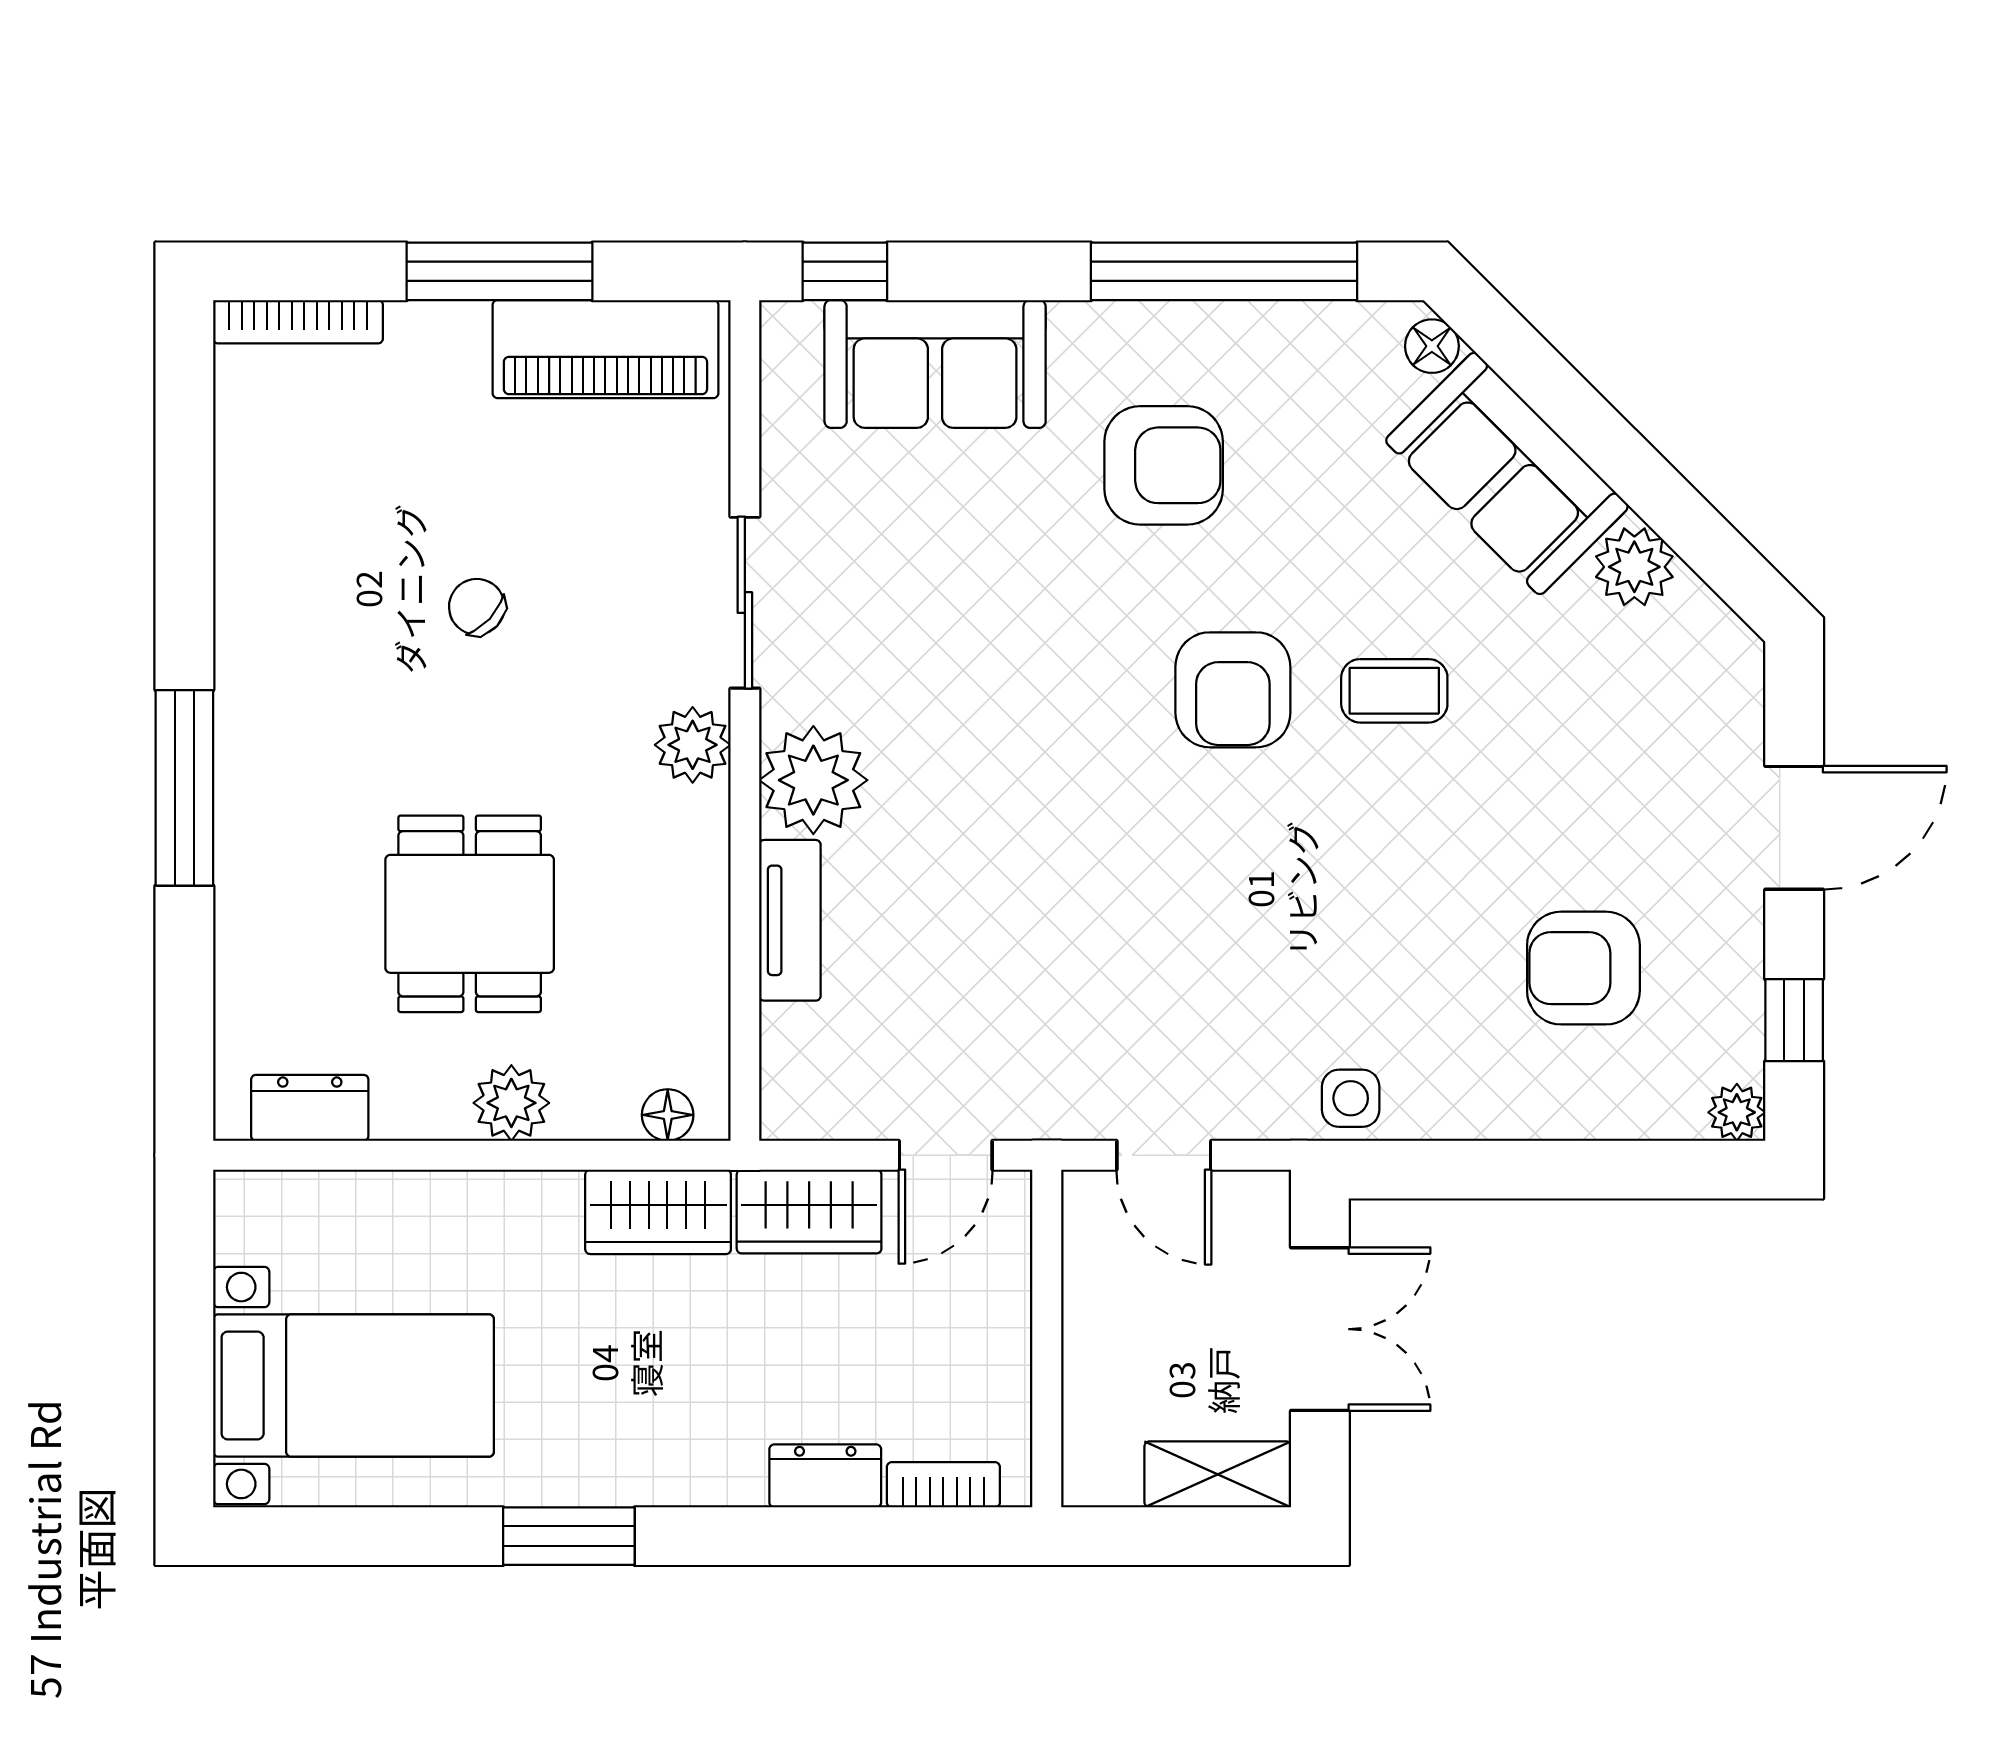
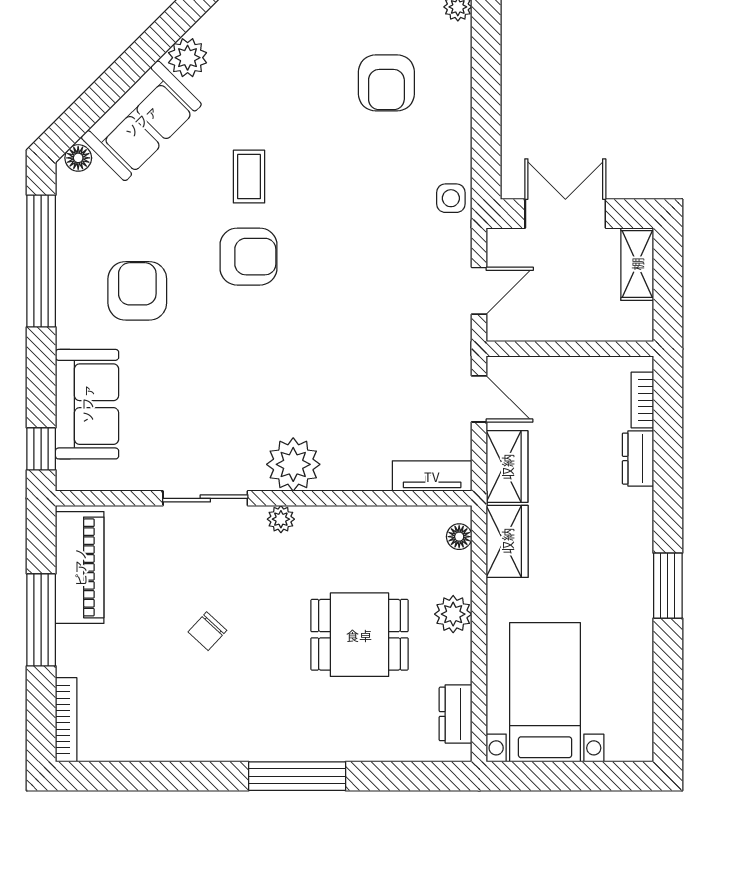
plant: (693, 745) -> (281, 519), width x0.73, depth x0.73
tv unit: (790, 920) -> (432, 476), moved
bed with nightstands: (354, 1385) -> (545, 692), moved

